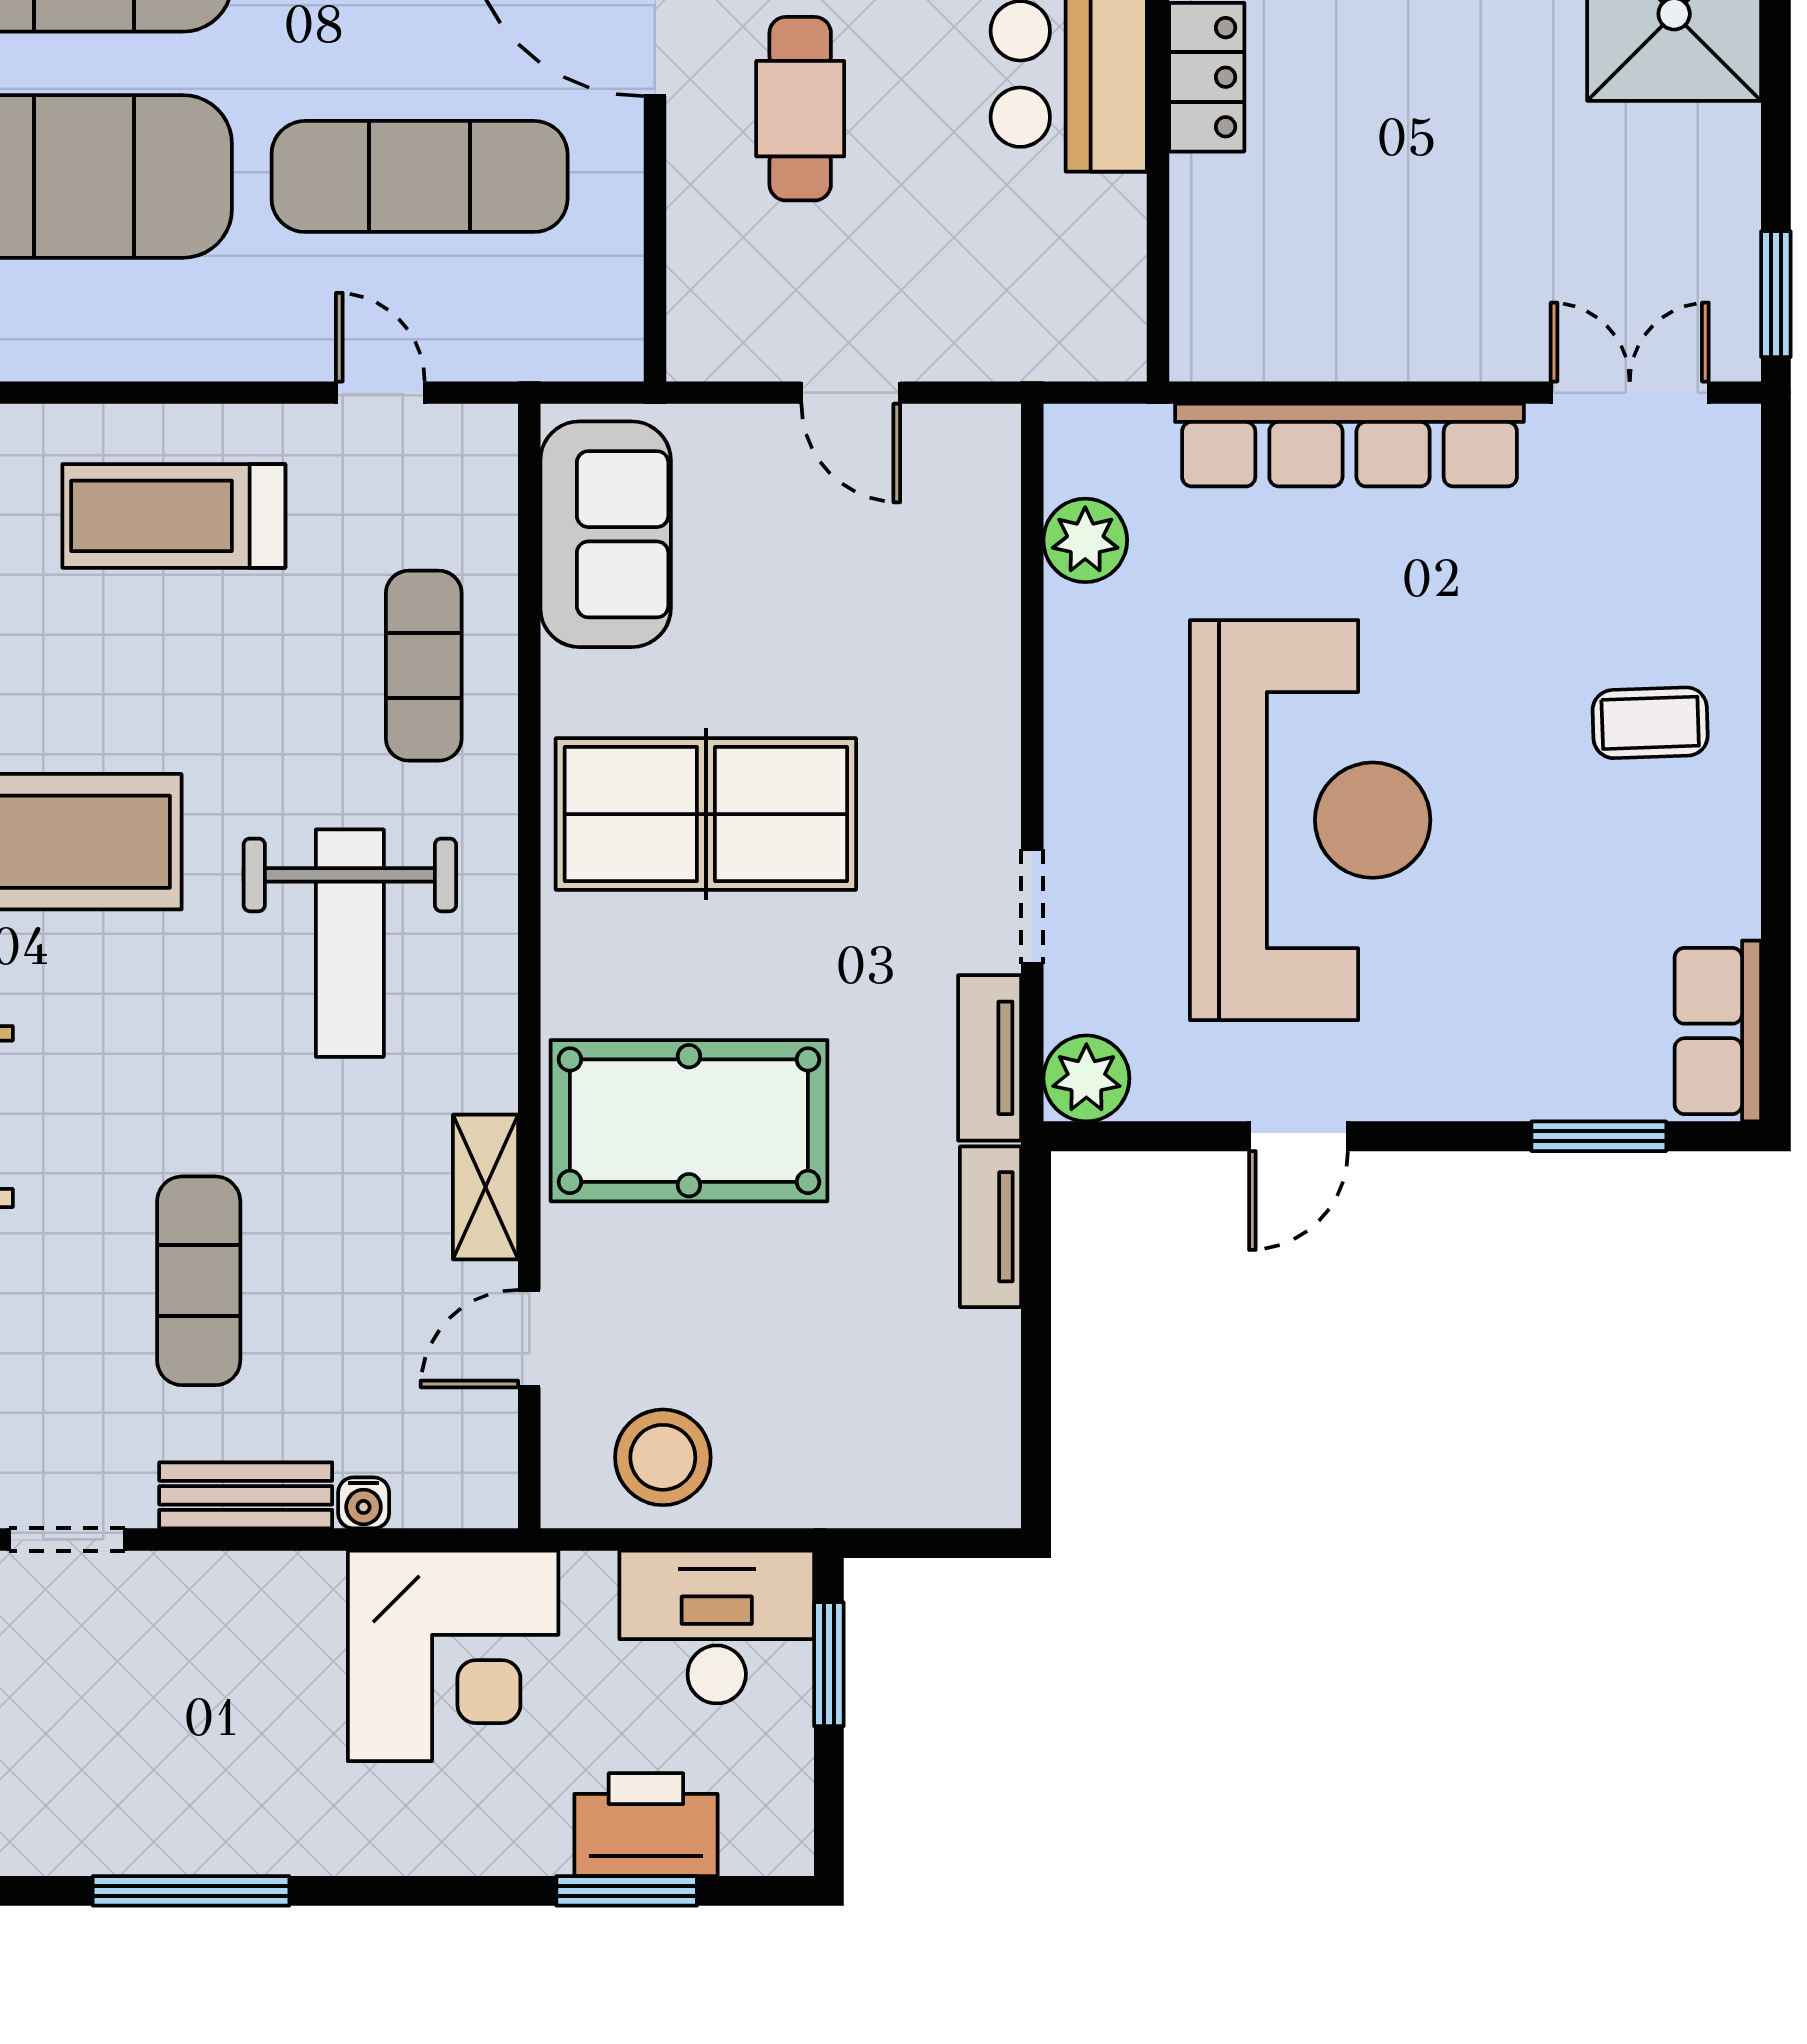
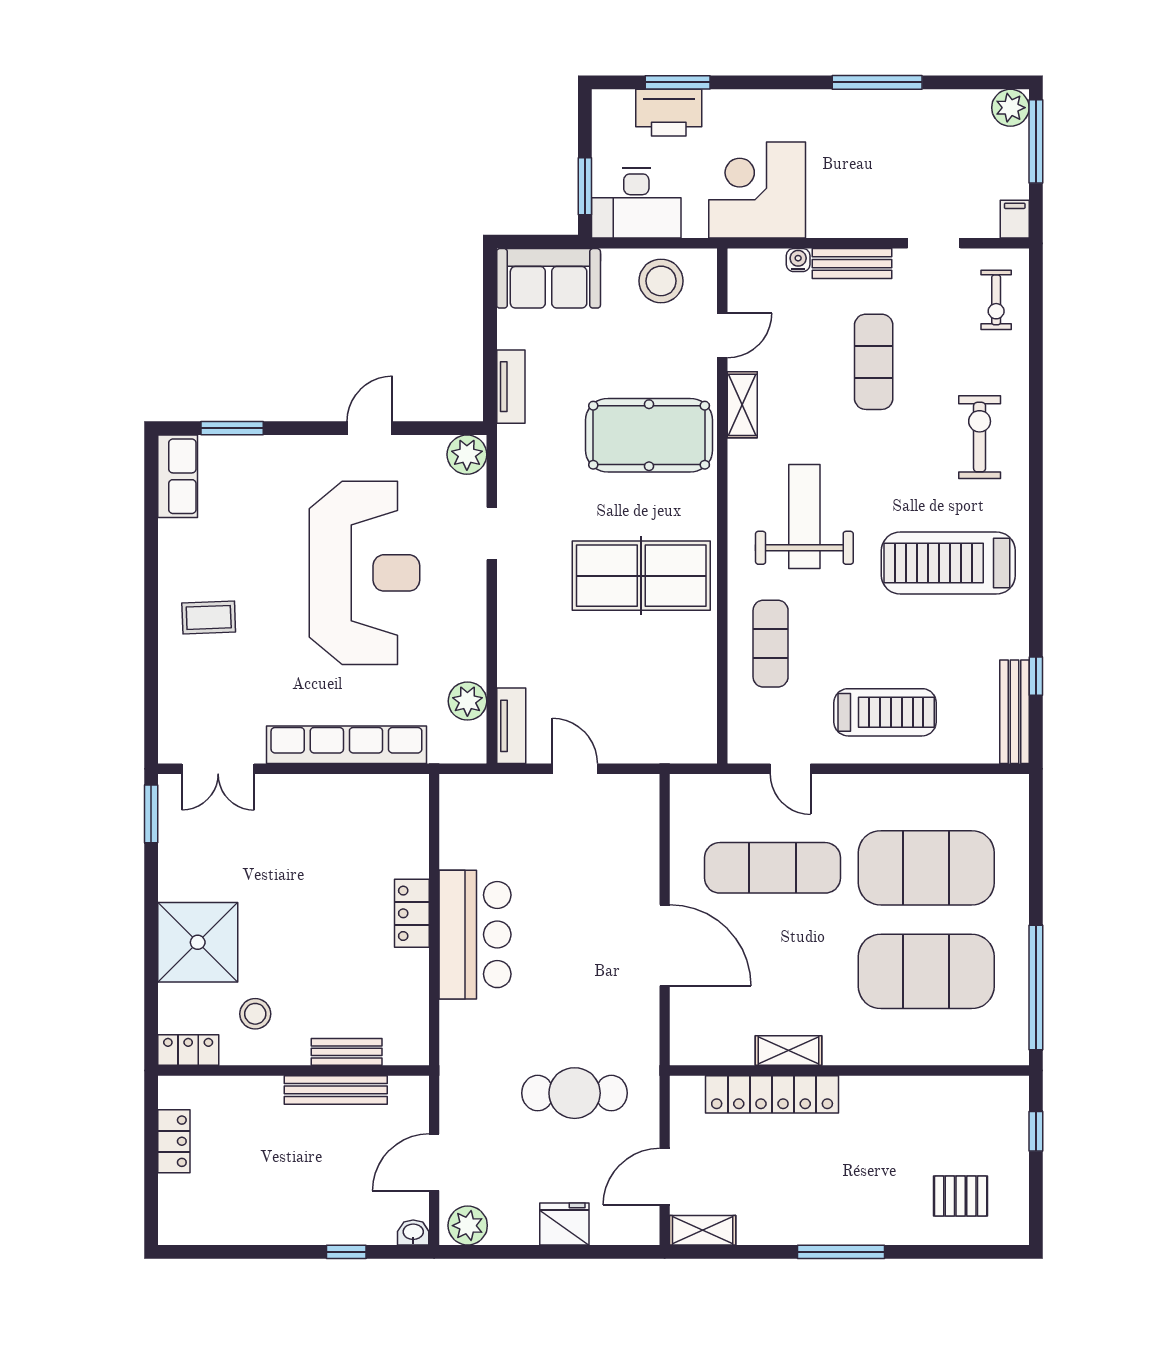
cafe table: (800, 109) -> (598, 899), removed
sofa: (606, 534) -> (549, 278), moved, turned -90
reception desk: (1310, 820) -> (364, 573), turned 180
tv unit: (990, 1058) -> (511, 726), moved

